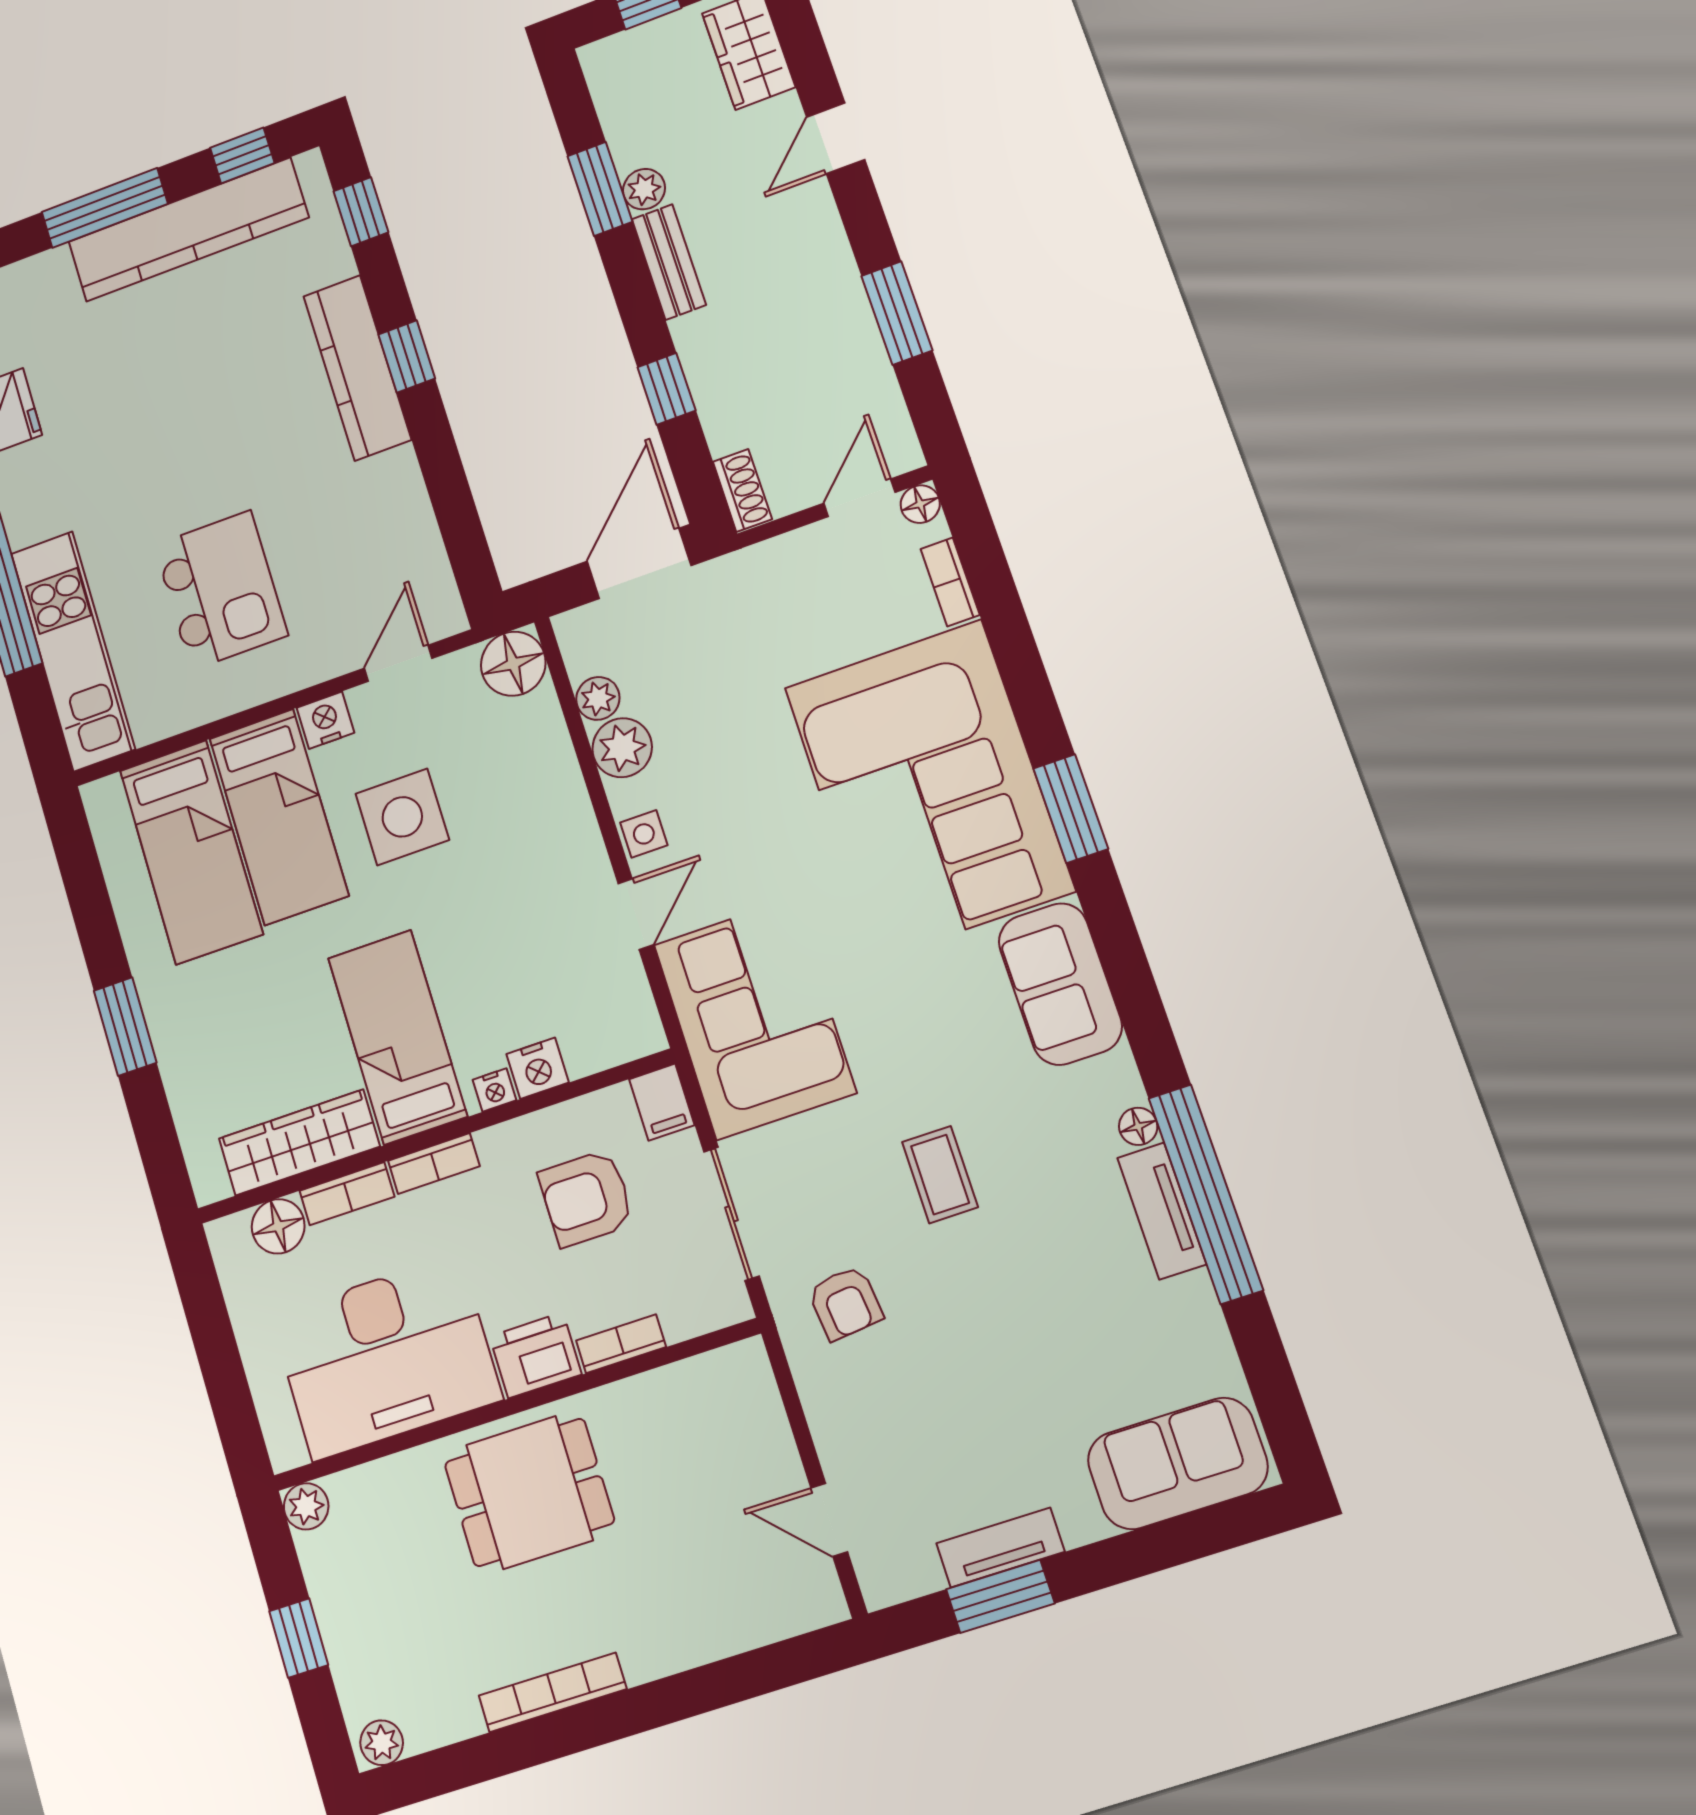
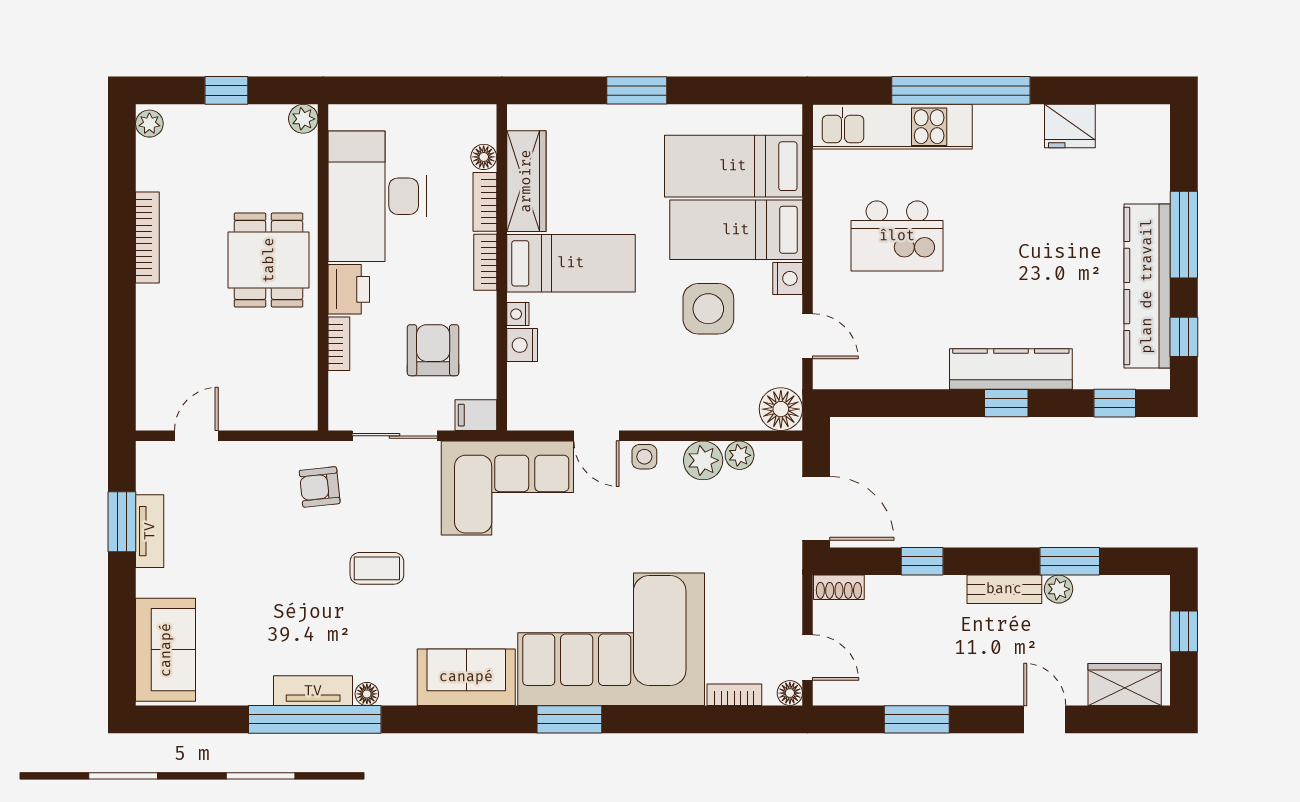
floor lamp: (278, 1226) -> (484, 157), width x0.73, depth x0.73

